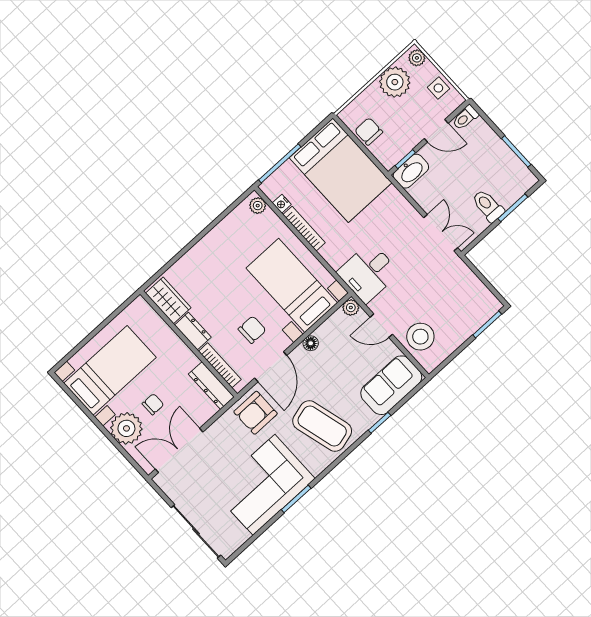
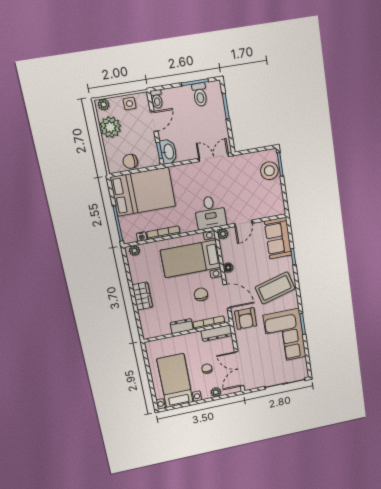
toilet: (488, 206) -> (200, 95), moved, turned -90
wardrobe: (168, 300) -> (142, 296), moved, turned 90
stool: (420, 337) -> (269, 171), moved
plant: (126, 428) -> (216, 392), width x0.53, depth x0.53

